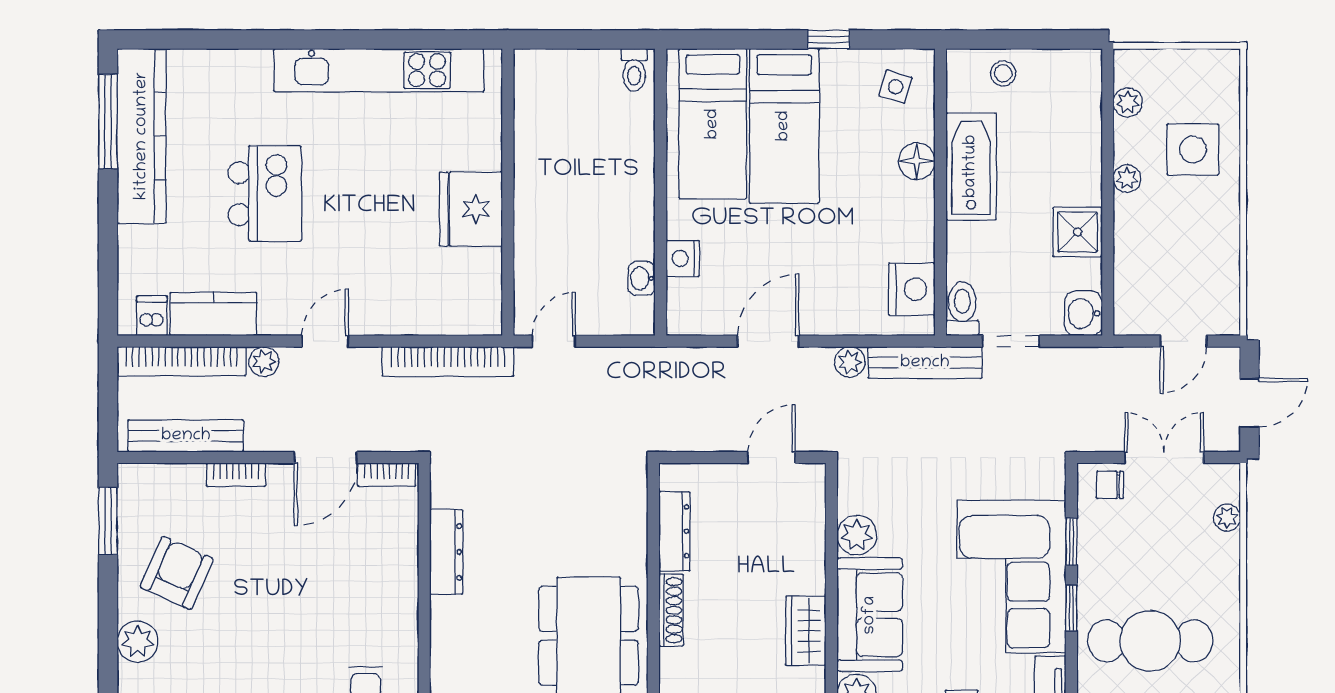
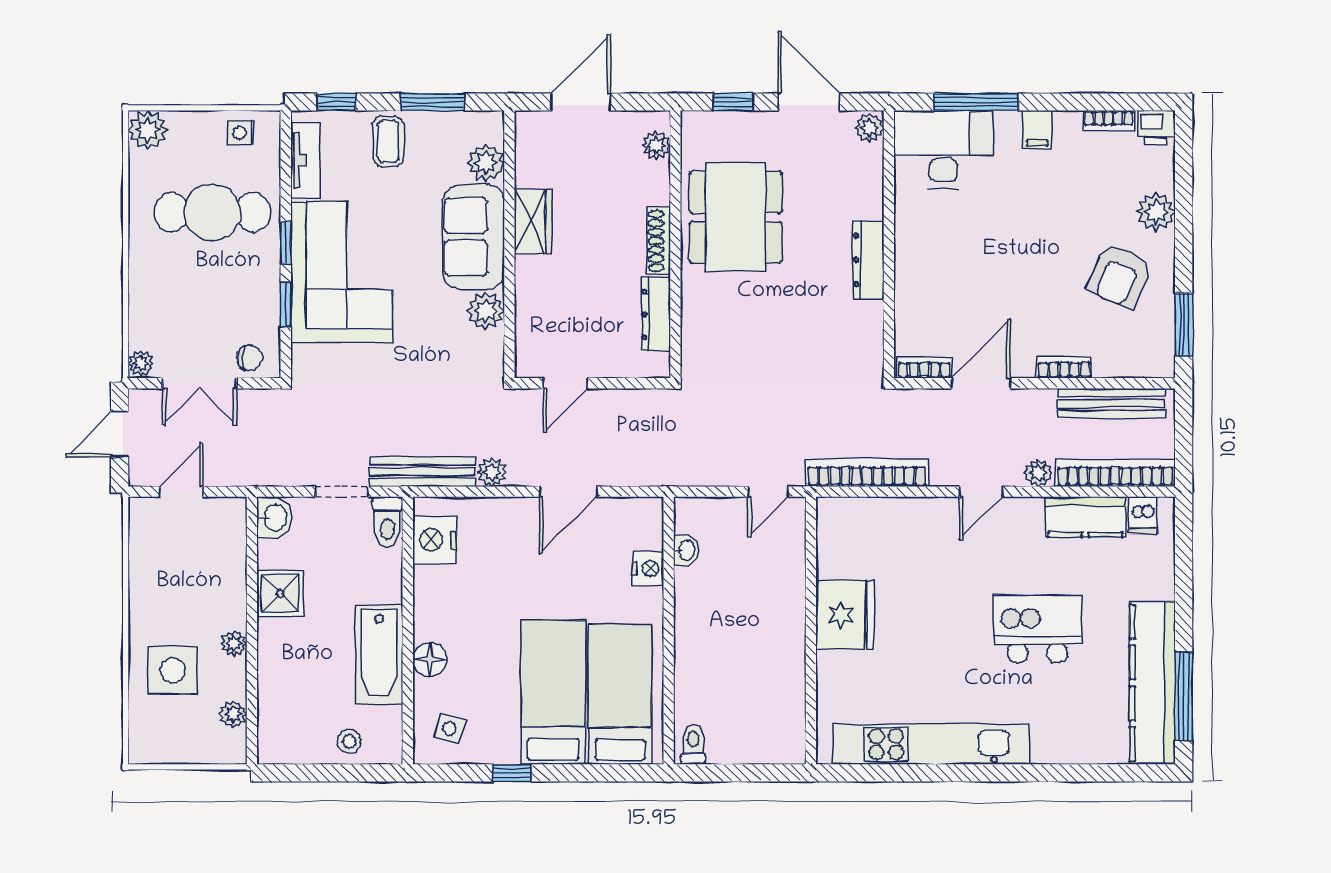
kitchen island: (265, 194) -> (1038, 629), turned 90
plant: (1227, 518) -> (141, 363), moved
dresser: (446, 552) -> (868, 260), moved

